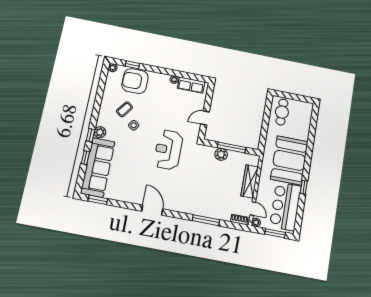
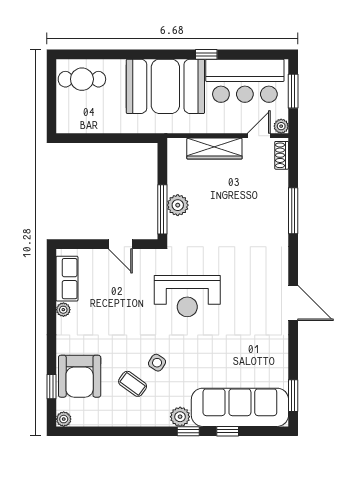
cafe table: (282, 112) -> (82, 79), moved
window: (232, 147) -> (162, 209), moved
door: (152, 210) -> (293, 303), swing flipped

